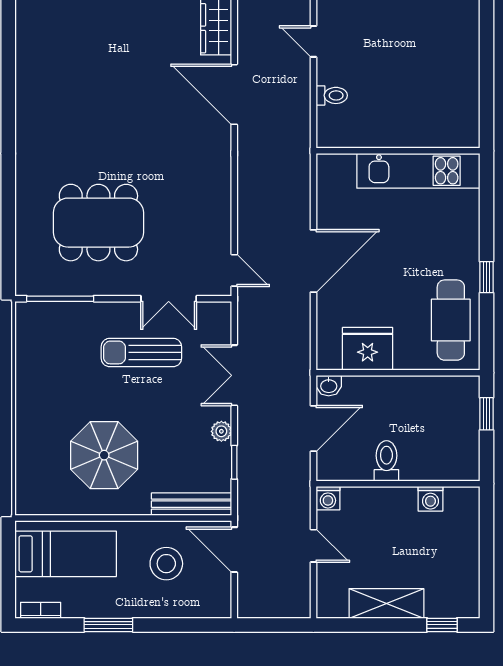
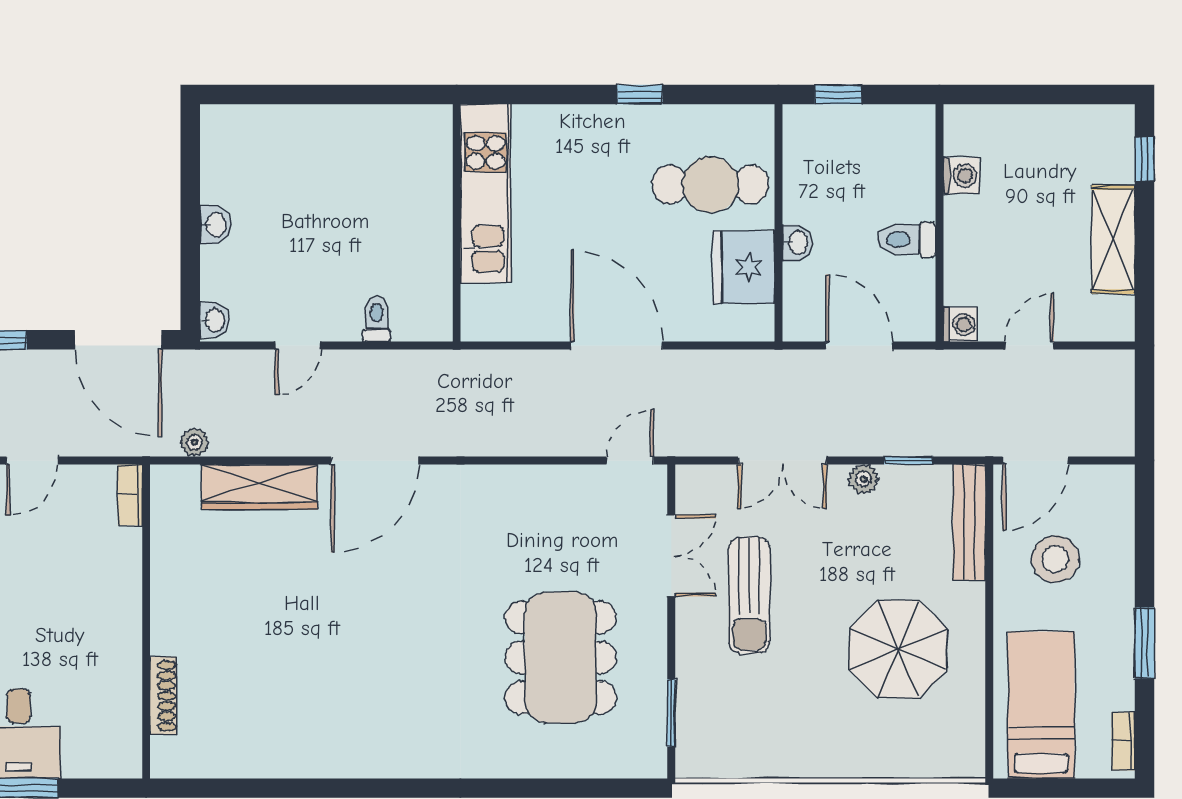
window: (60, 299) -> (671, 713), width x0.69
cafe table: (451, 320) -> (710, 185), moved
washbasin: (329, 386) -> (797, 243), moved

